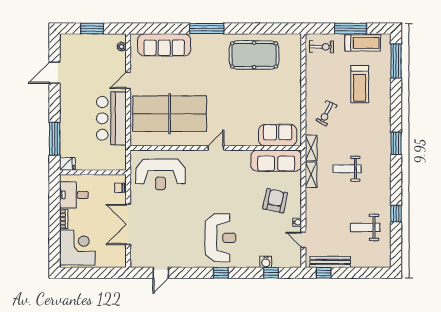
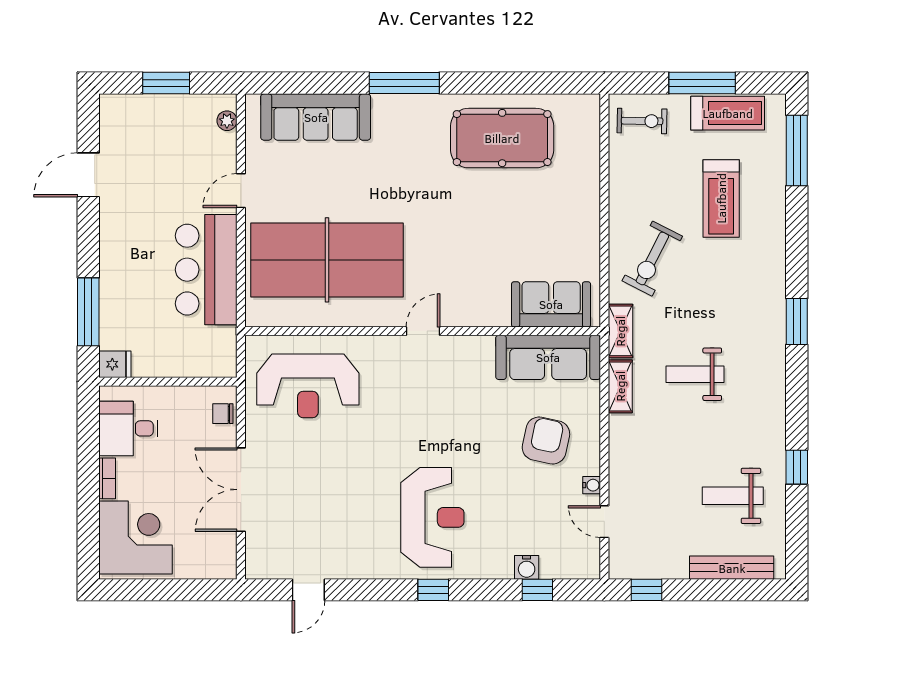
exercise bike: (326, 113) -> (652, 259), width x1.38, depth x1.39
bench: (330, 262) -> (732, 568), moved

